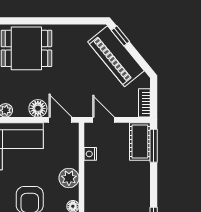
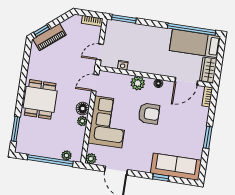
piano: (116, 56) -> (50, 37), width x0.73, depth x0.75
floor lamp: (38, 108) -> (83, 109), moved
cot: (140, 141) -> (119, 28), removed

